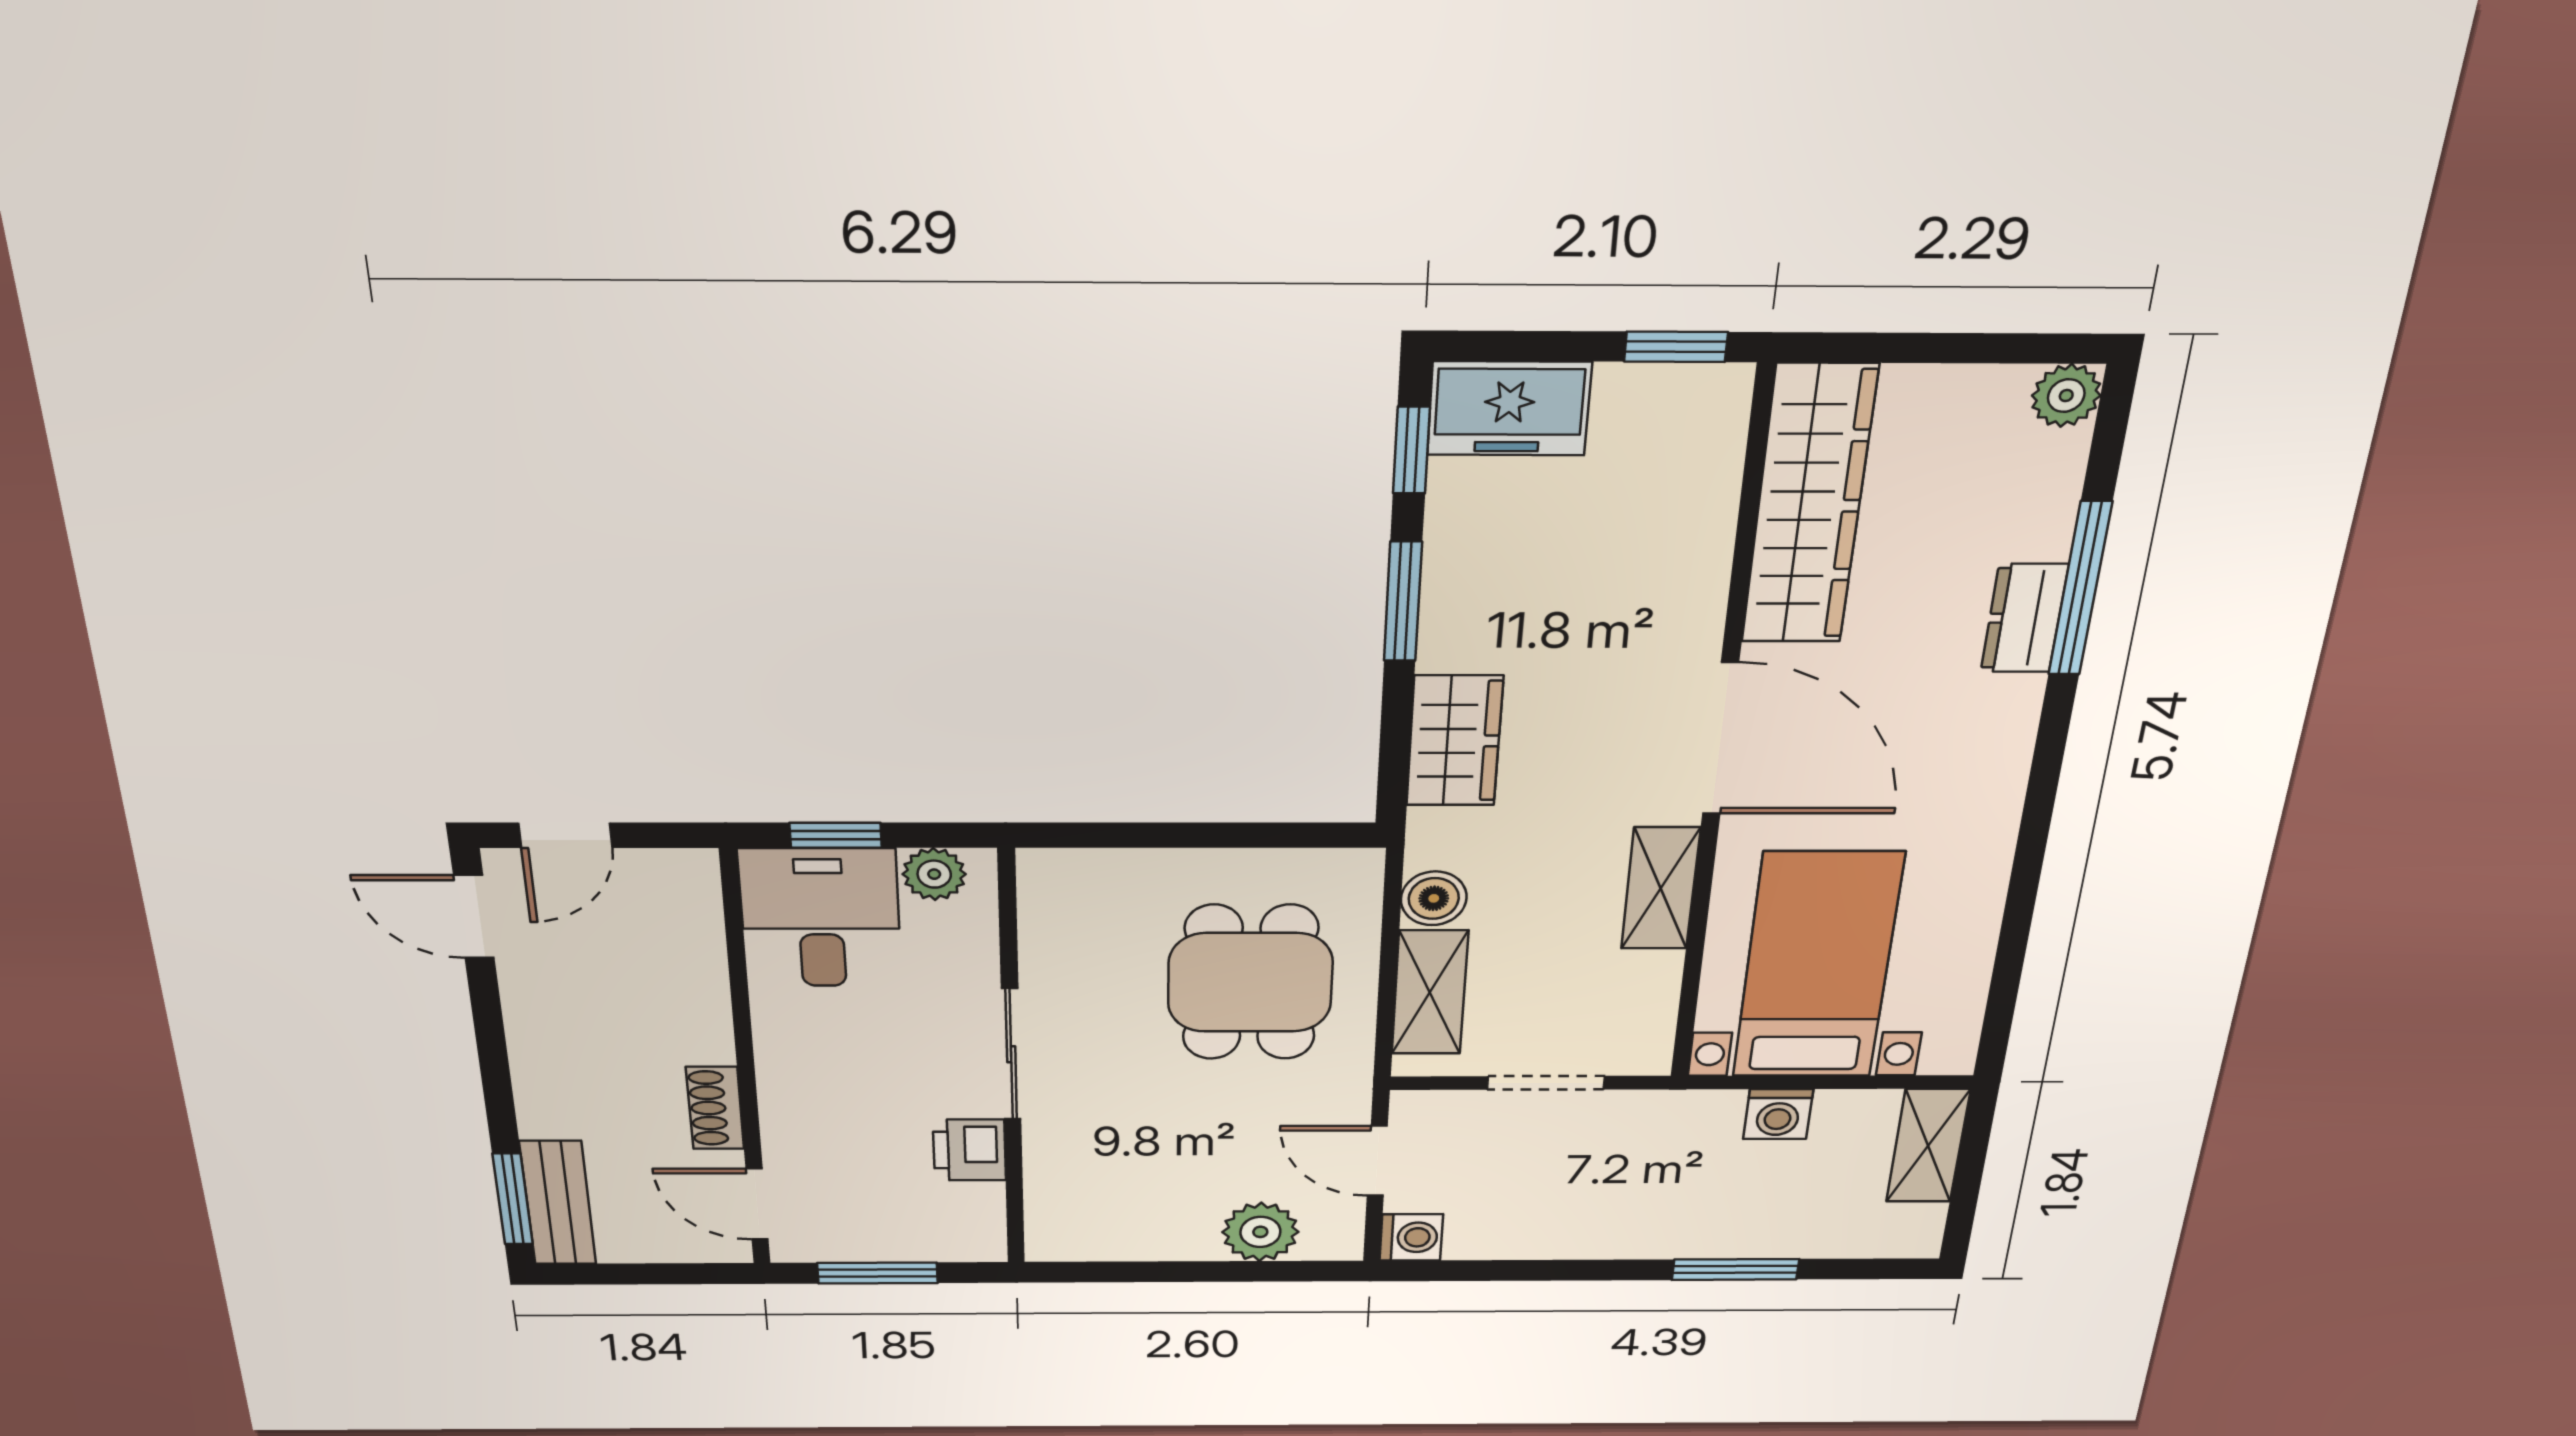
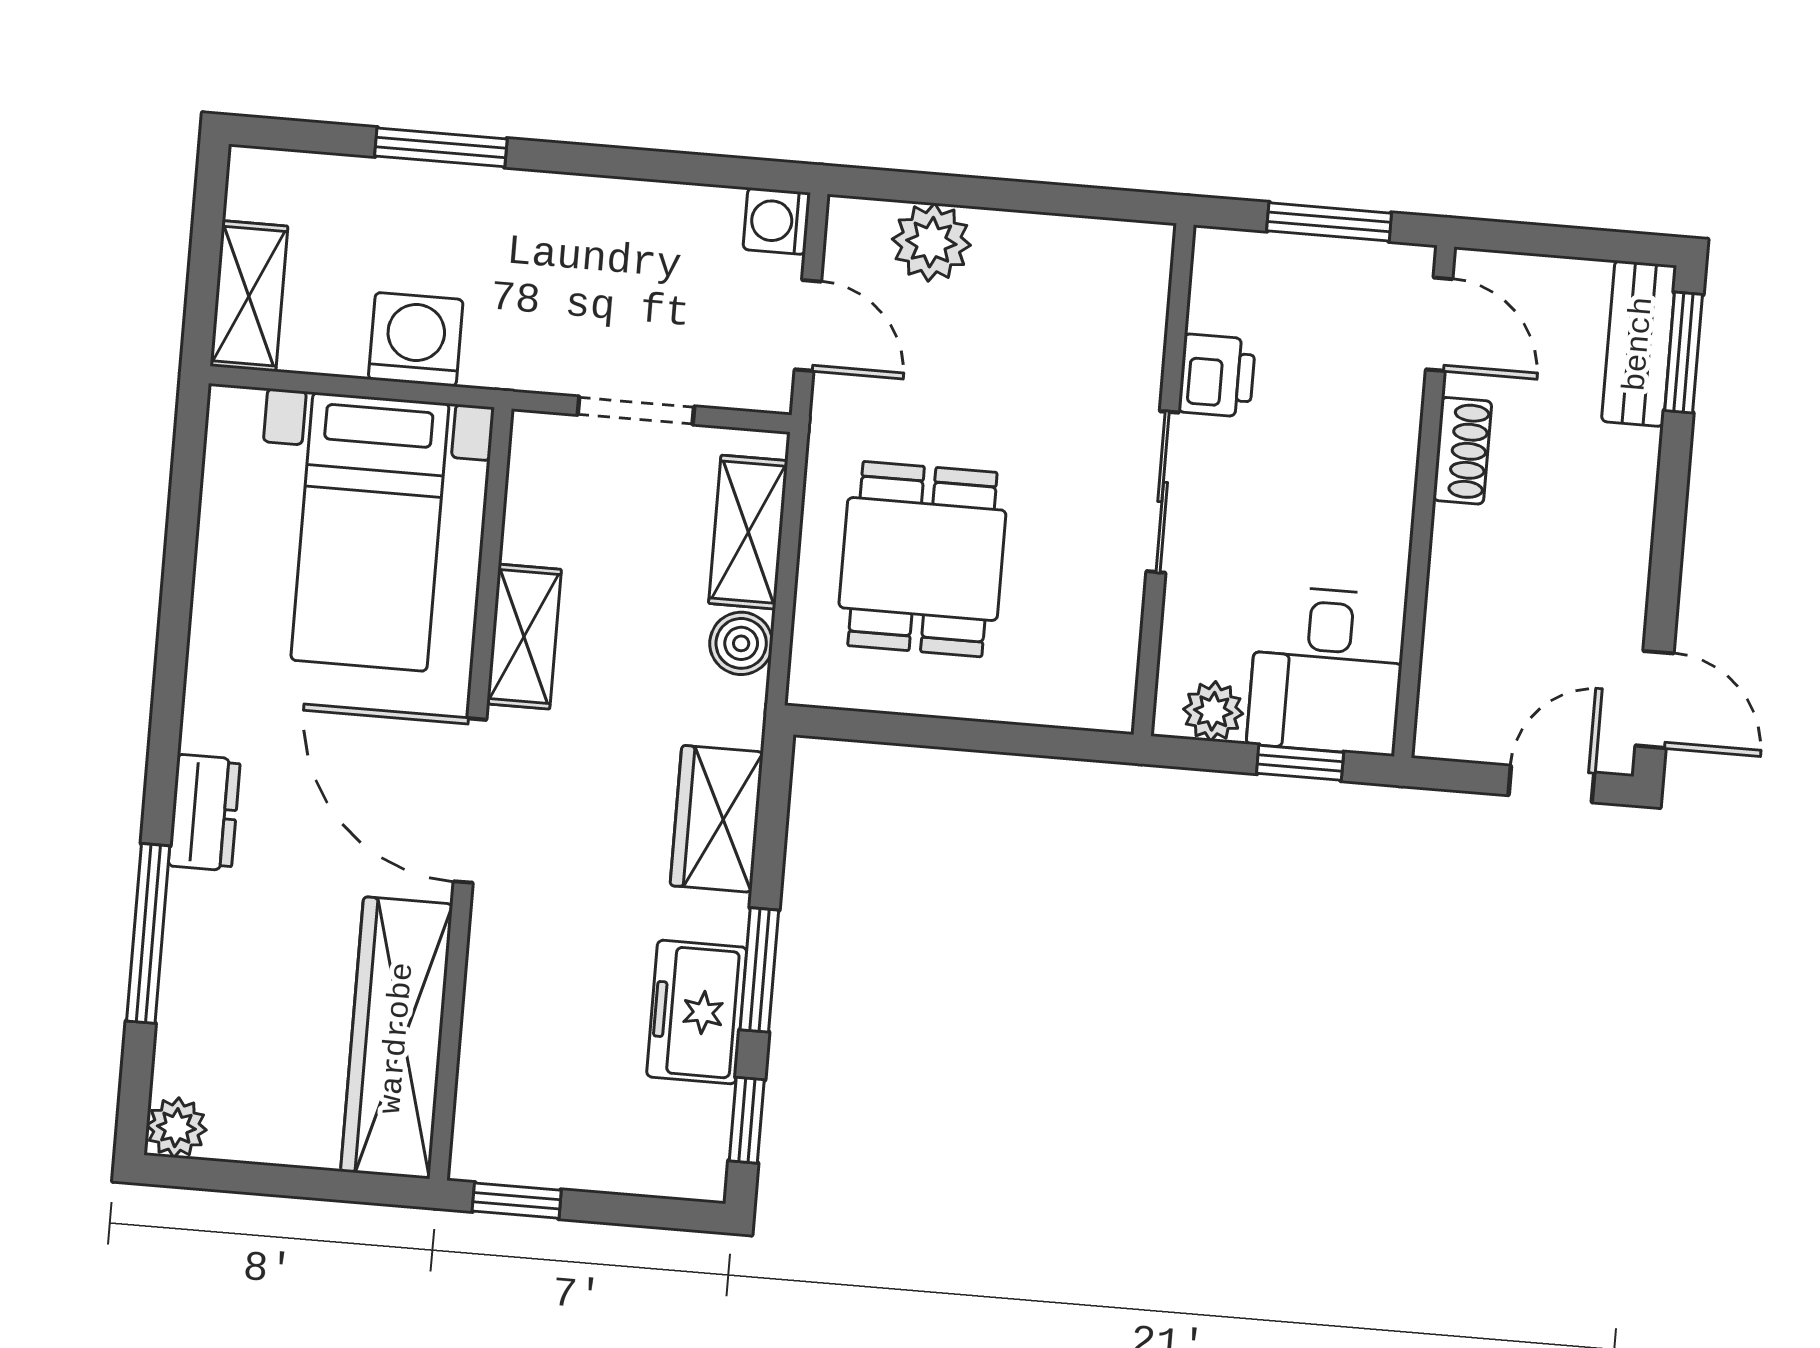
freezer: (1509, 409) -> (697, 1012), moved, turned -90
dresser: (2024, 618) -> (204, 813), moved
washing machine: (1778, 1114) -> (416, 339), width x1.38, depth x1.38

